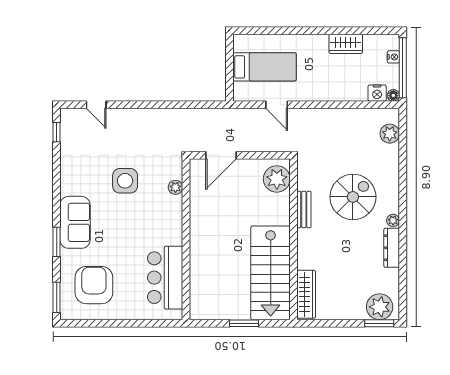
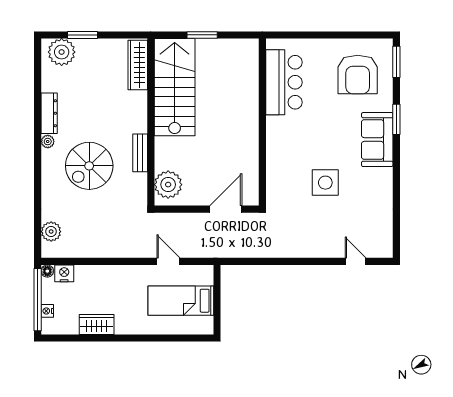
window: (57, 132) -> (396, 233), removed
plant: (175, 187) -> (273, 176), removed
window: (379, 323) -> (82, 35), moved

